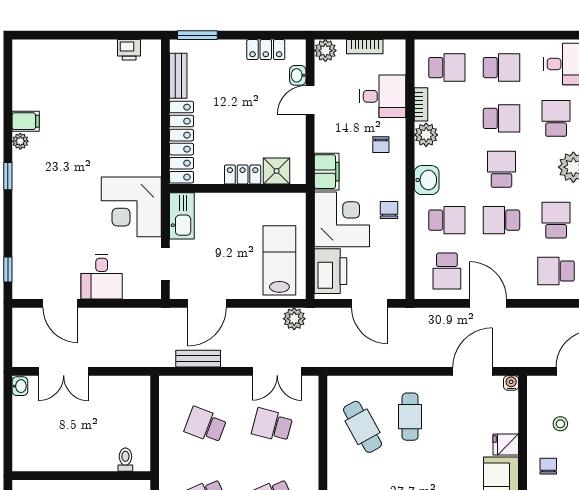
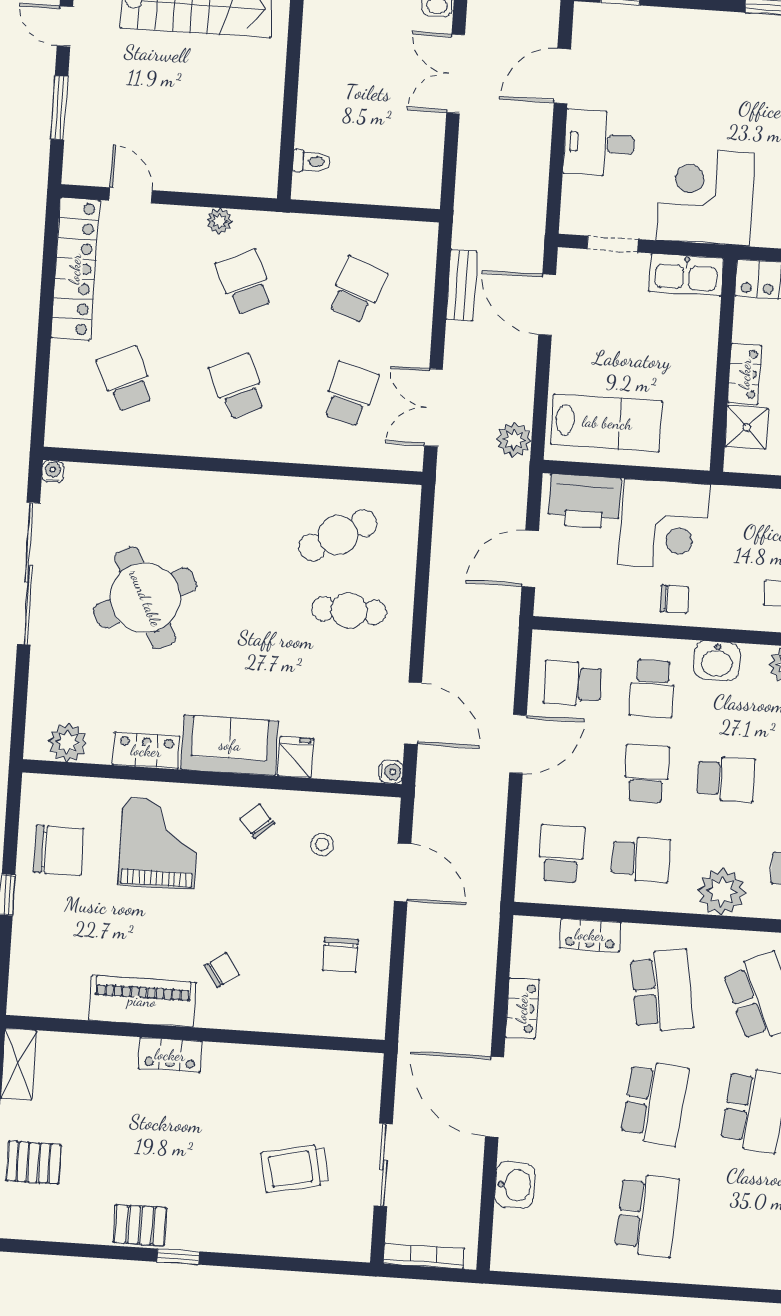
filing cabinet: (327, 172) -> (740, 505), removed
chair: (548, 466) -> (257, 821), turned -131

